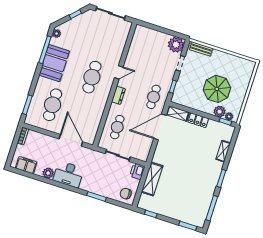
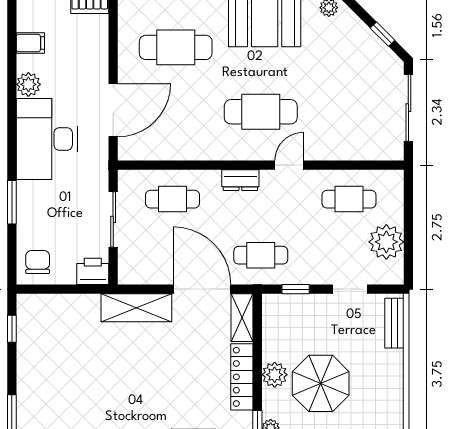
plant: (176, 45) -> (386, 242), moved
cafe table: (142, 51) -> (349, 199), added
door: (119, 72) -> (289, 165), swing flipped
plant: (220, 112) -> (275, 375), moved
locker: (198, 120) -> (242, 377), width x1.53
filing cabinet: (26, 165) -> (30, 43), width x0.50
desk: (68, 174) -> (47, 139), width x1.36, depth x1.30
shelving: (152, 179) -> (136, 308), moved

